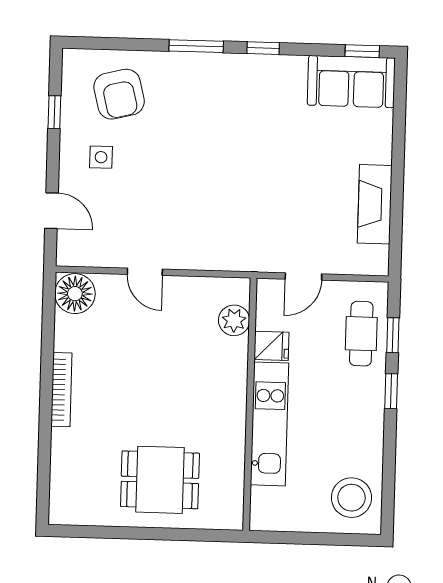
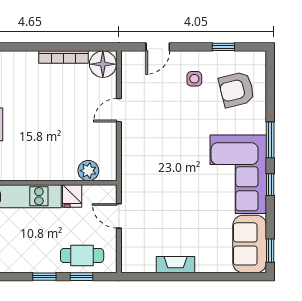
corner sofa: (246, 96) -> (238, 174), added
fireplace: (375, 204) -> (176, 265), width x0.73, depth x0.76
bookcase: (61, 390) -> (63, 57), moved

